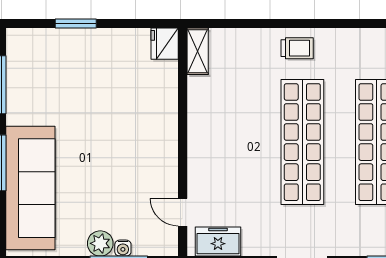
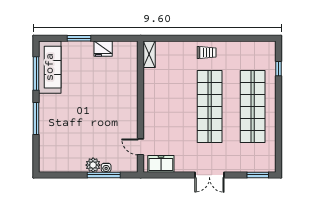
fridge: (165, 44) -> (103, 49), moved, turned -90
sofa: (30, 188) -> (50, 67), moved, width x0.74, depth x0.79

